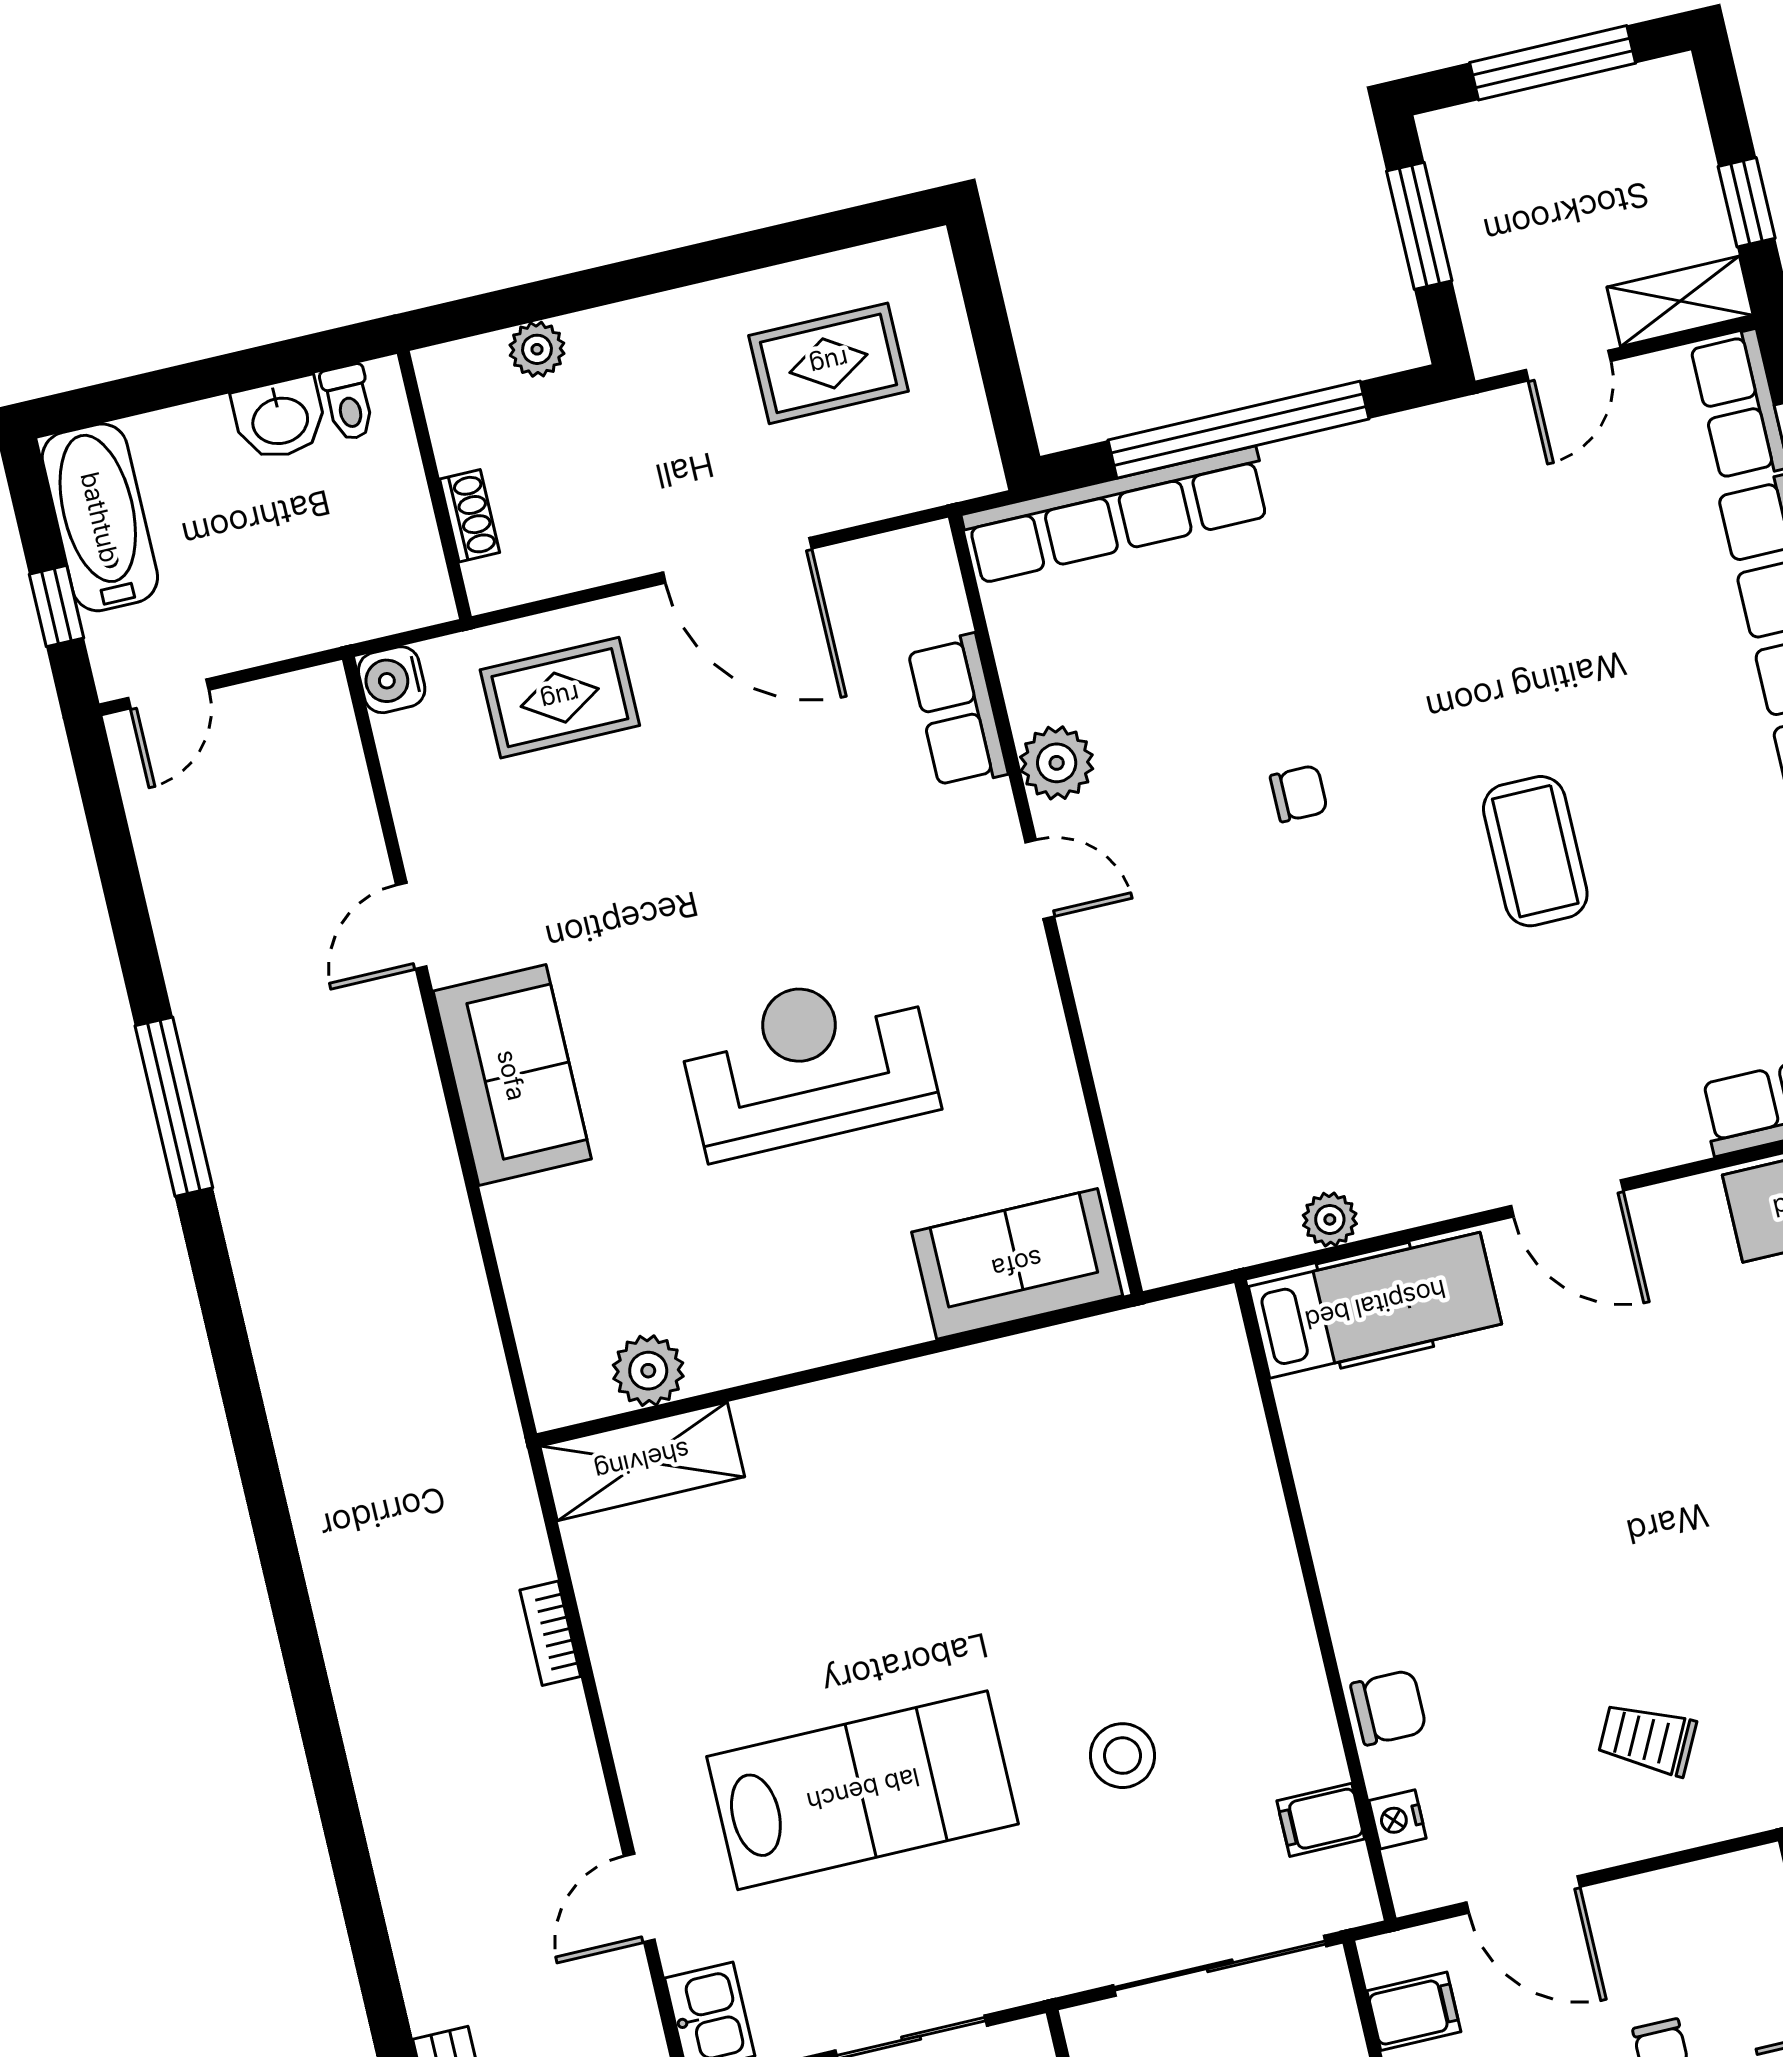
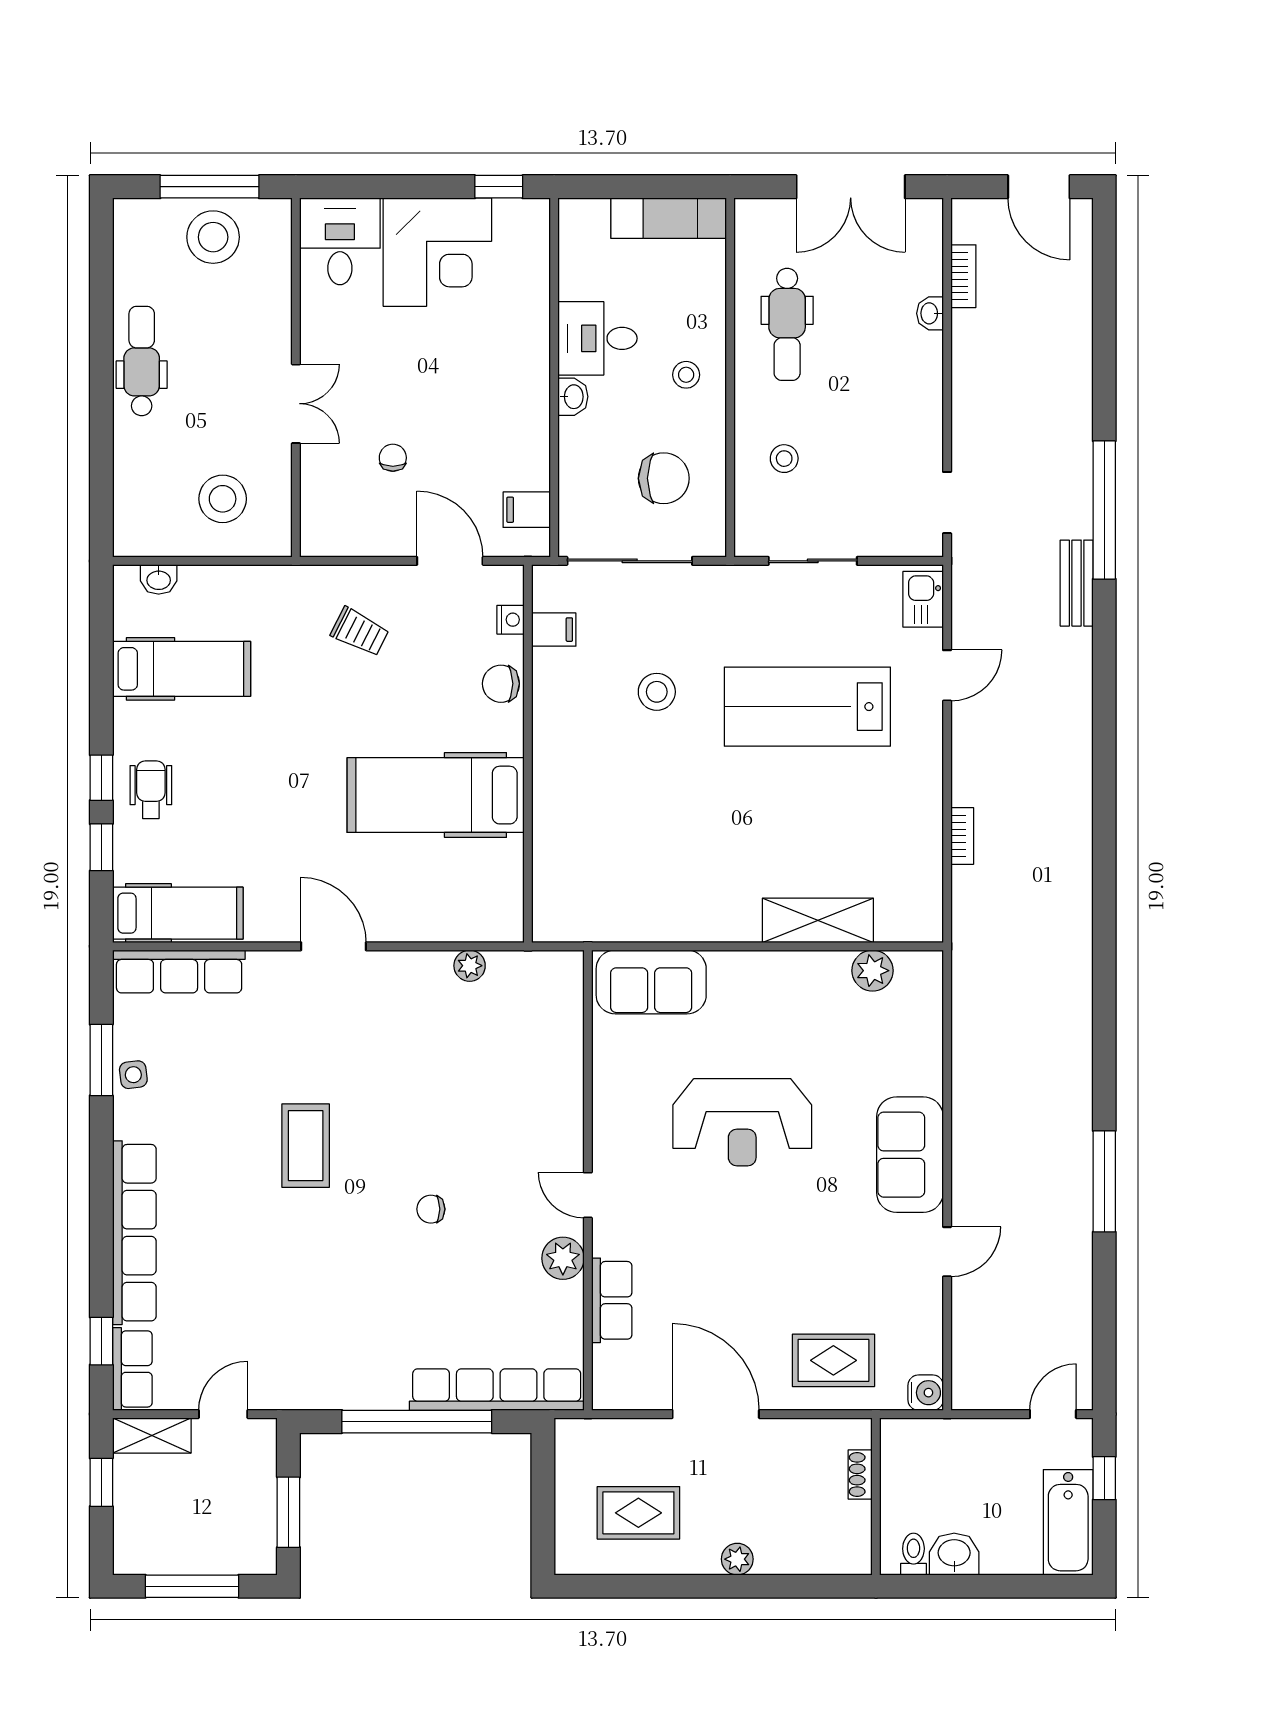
plant: (537, 349) -> (737, 1559), moved
hospital bed: (1375, 1305) -> (436, 795), moved, width x1.37, depth x1.29
shelving: (642, 1461) -> (818, 920), moved

